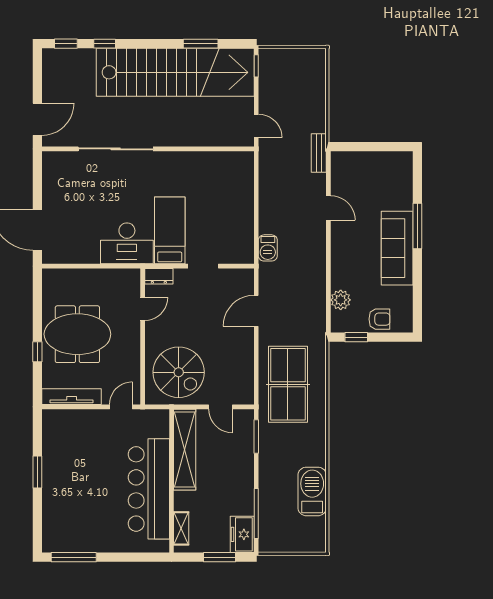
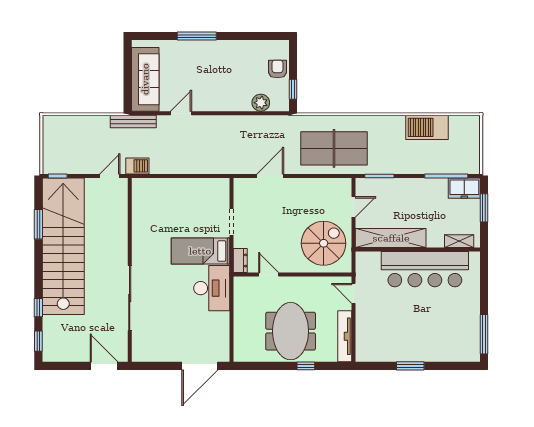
bench: (319, 153) -> (133, 122), width x1.36
barbecue: (268, 248) -> (137, 166), moved
sofa: (397, 248) -> (145, 79), moved, turned -90
door: (256, 311) -> (270, 176), swing flipped

